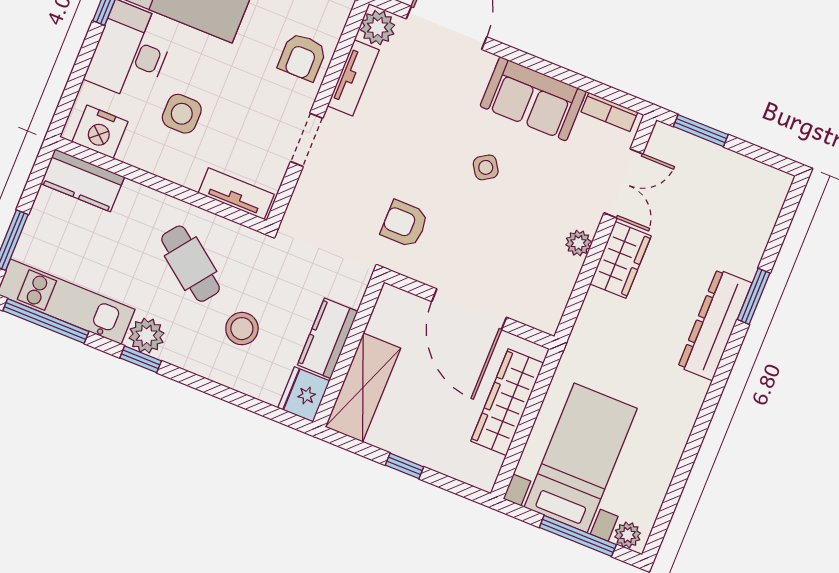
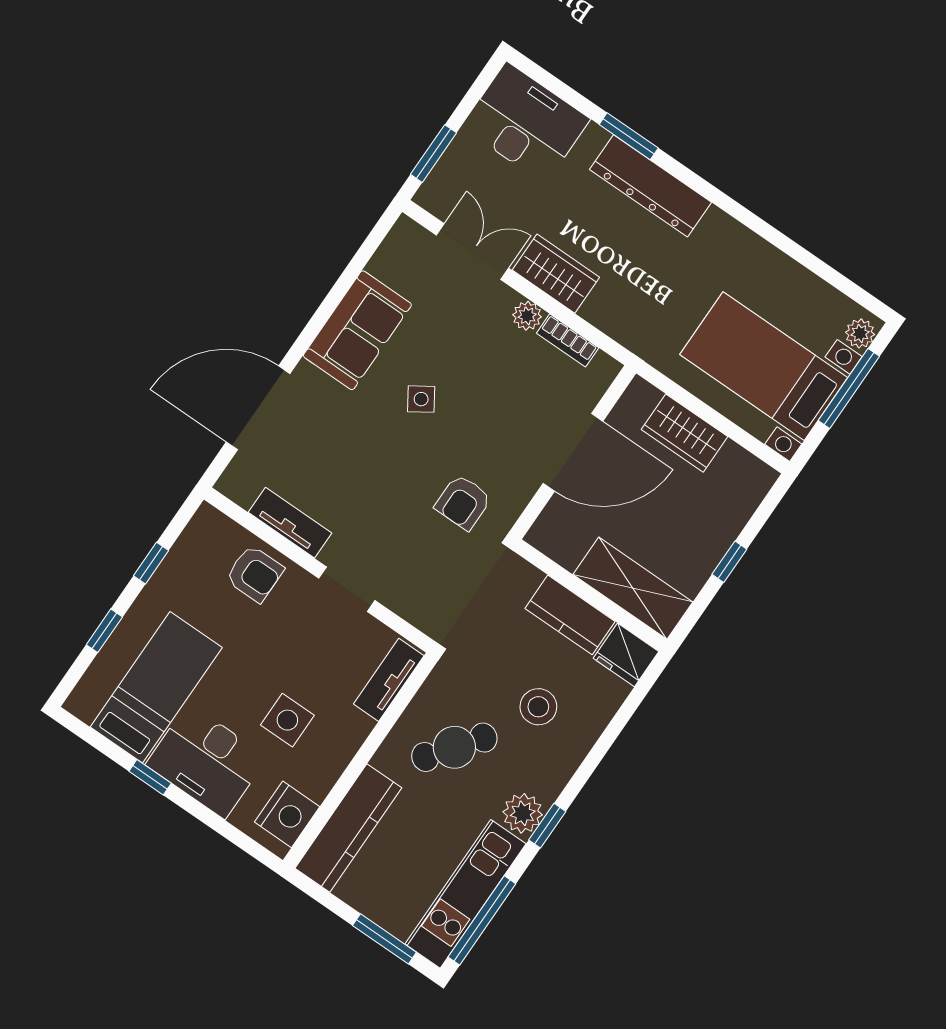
plant: (378, 28) -> (241, 484), removed
bookcase: (609, 112) -> (568, 340), moved, turned 90
kitchen counter: (83, 180) -> (348, 828), width x1.50
desk: (745, 205) -> (526, 123), added
wardrobe: (507, 402) -> (684, 433), width x0.67

